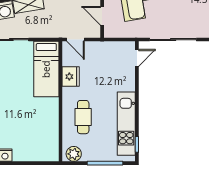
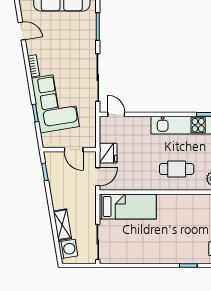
door: (102, 16) -> (74, 150), hinge flipped
fridge: (71, 77) -> (108, 153), moved, turned 90

